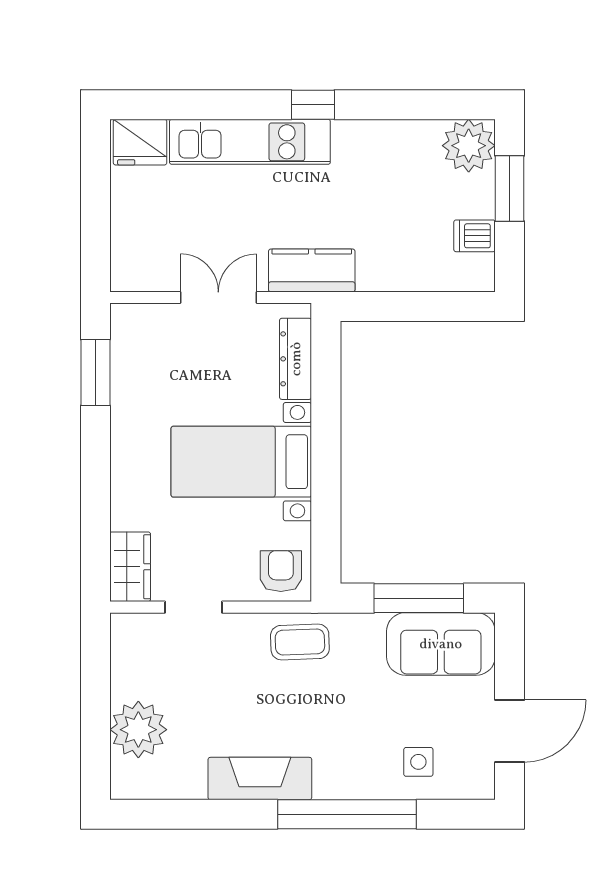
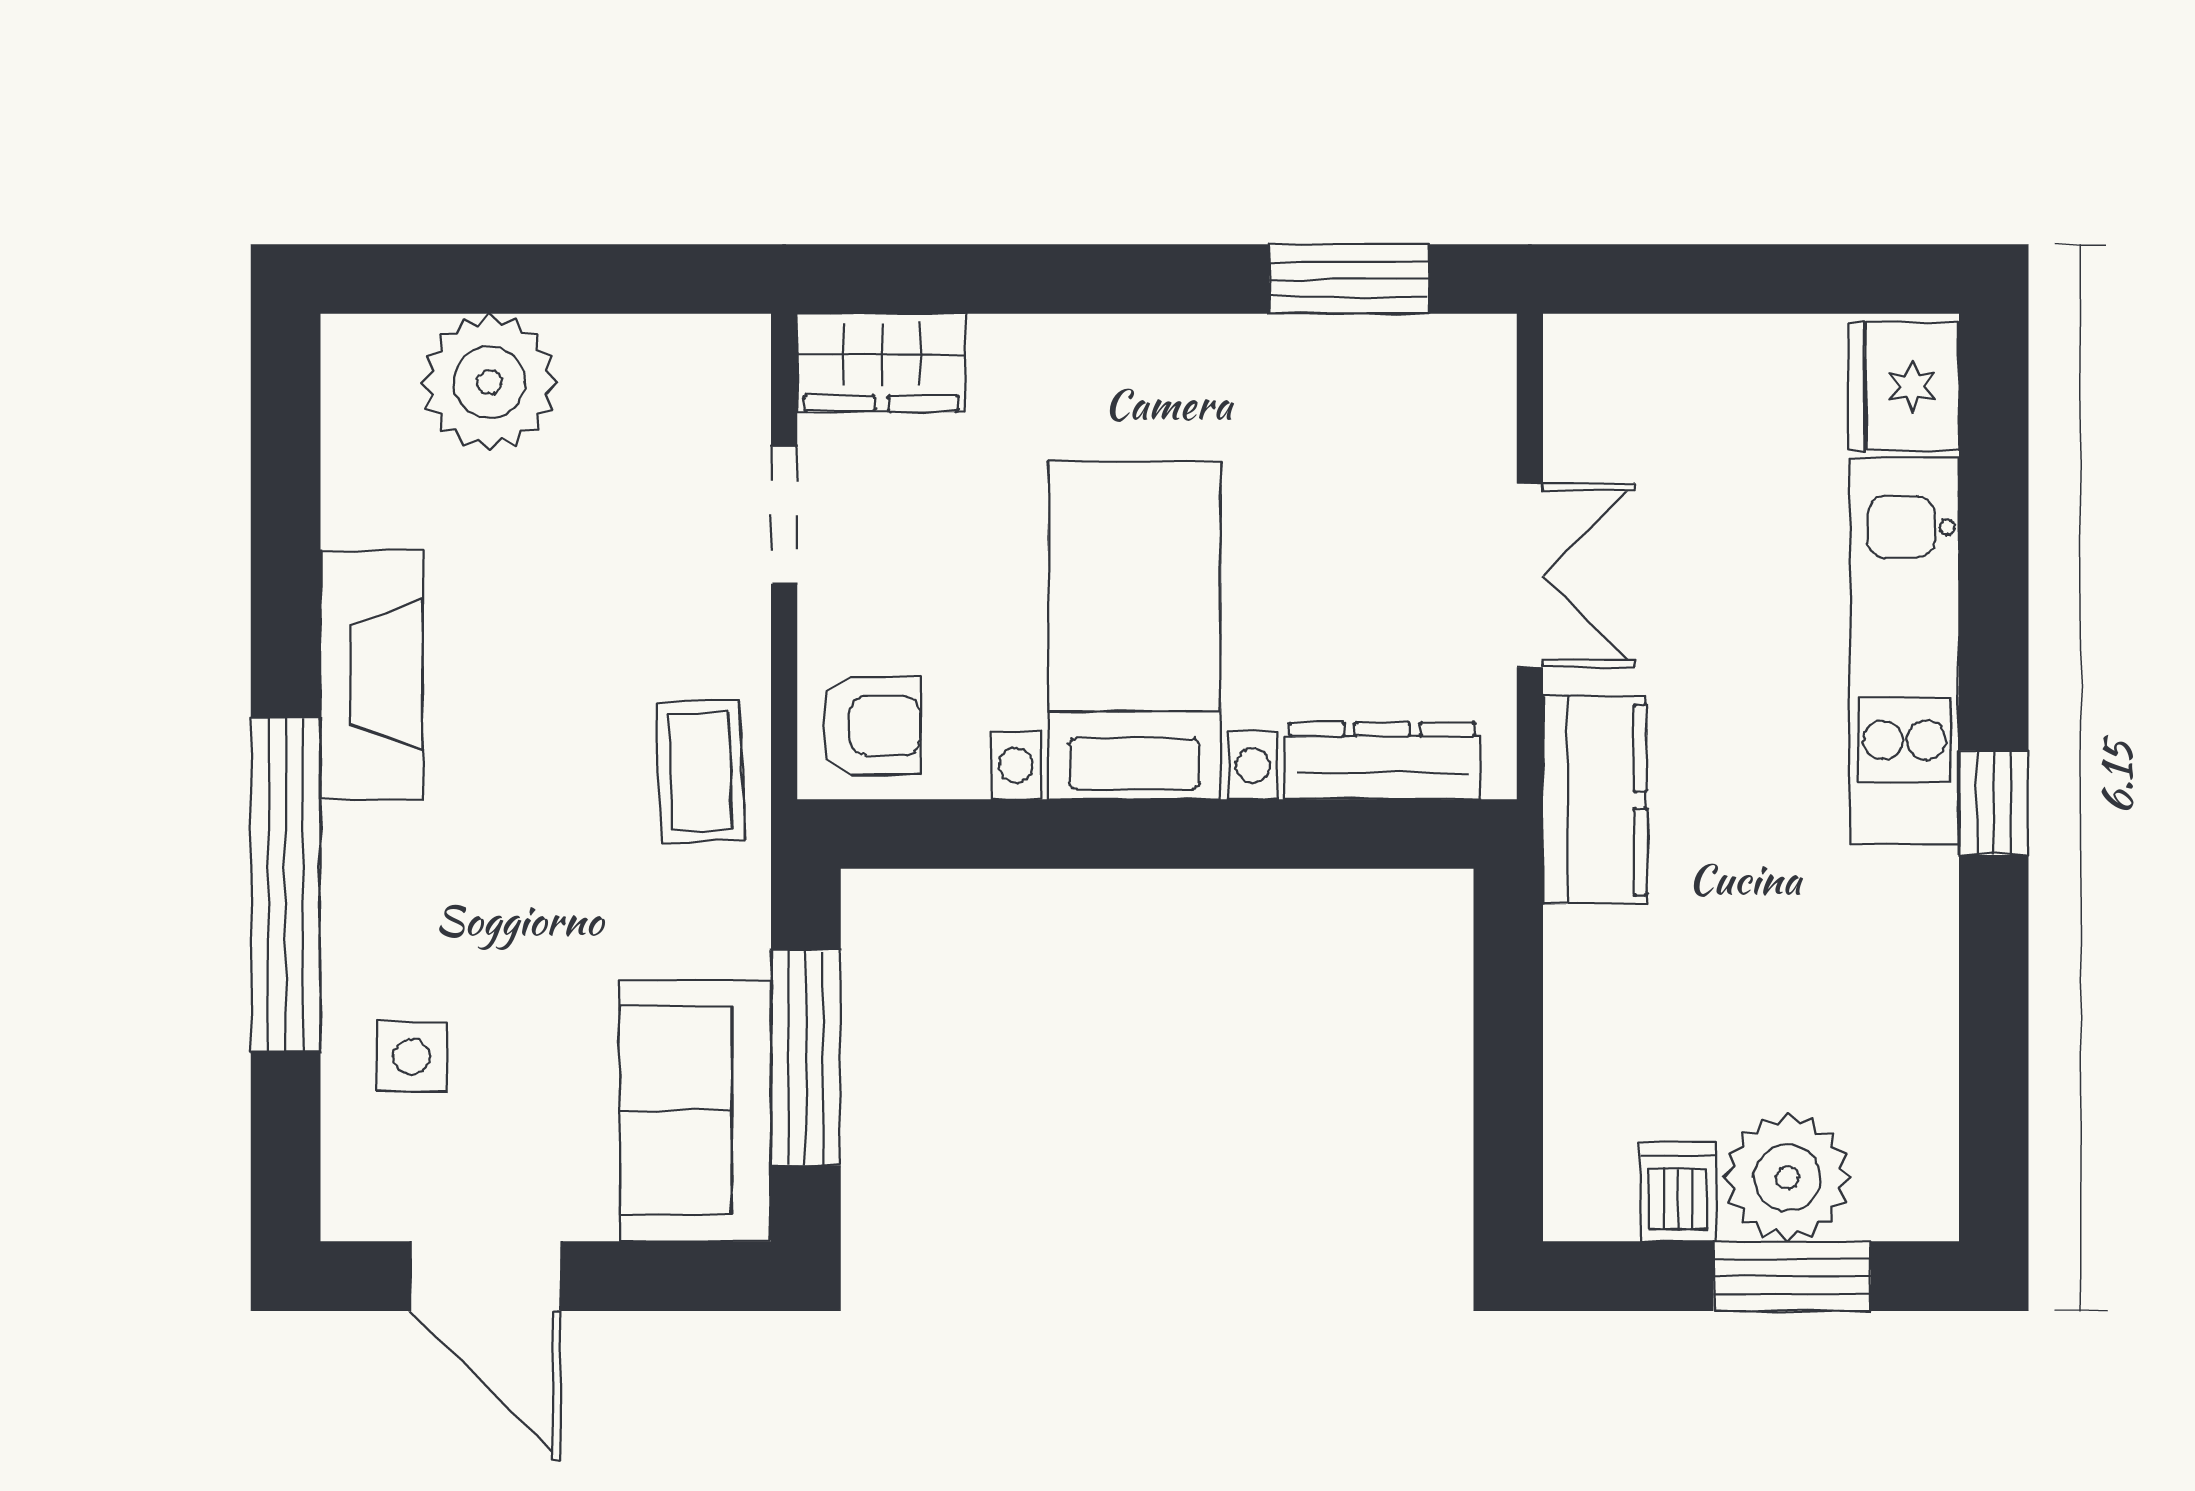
plant: (469, 146) -> (1787, 1178), moved

